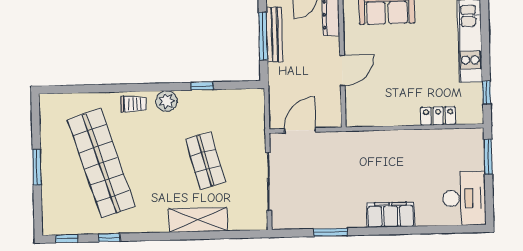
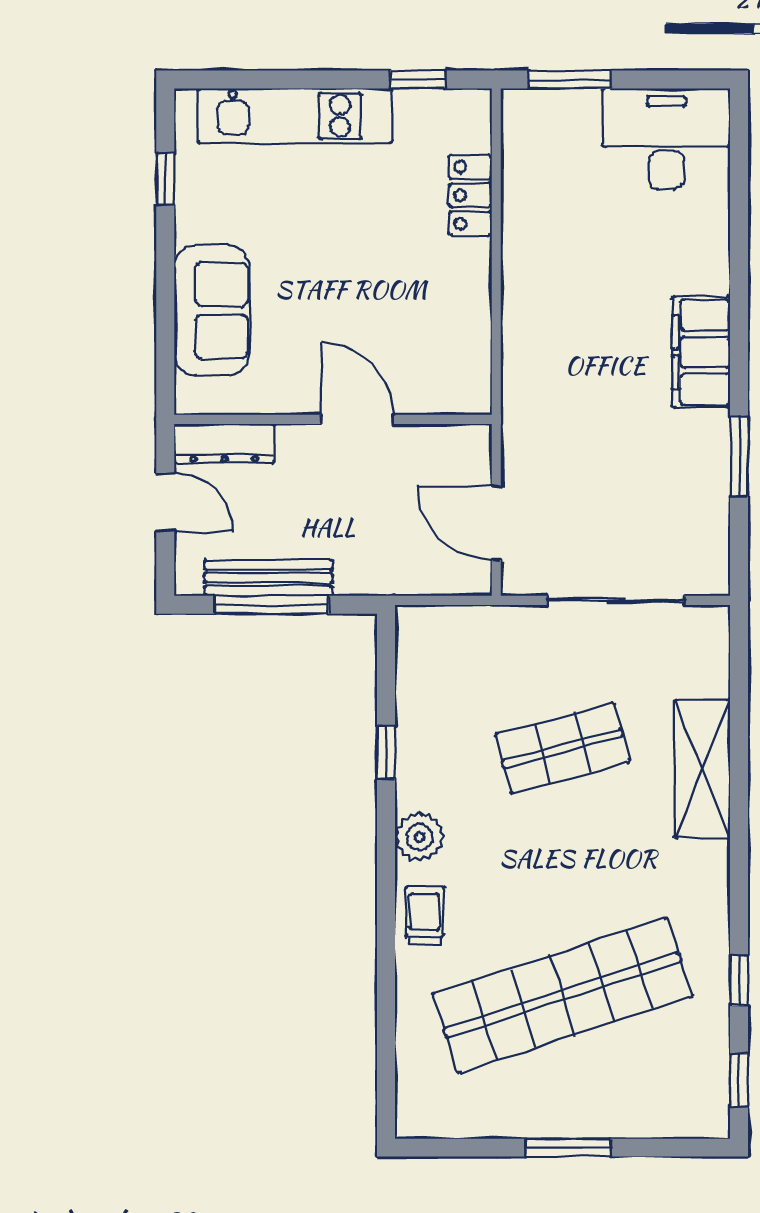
filing cabinet: (391, 215) -> (701, 352), moved

